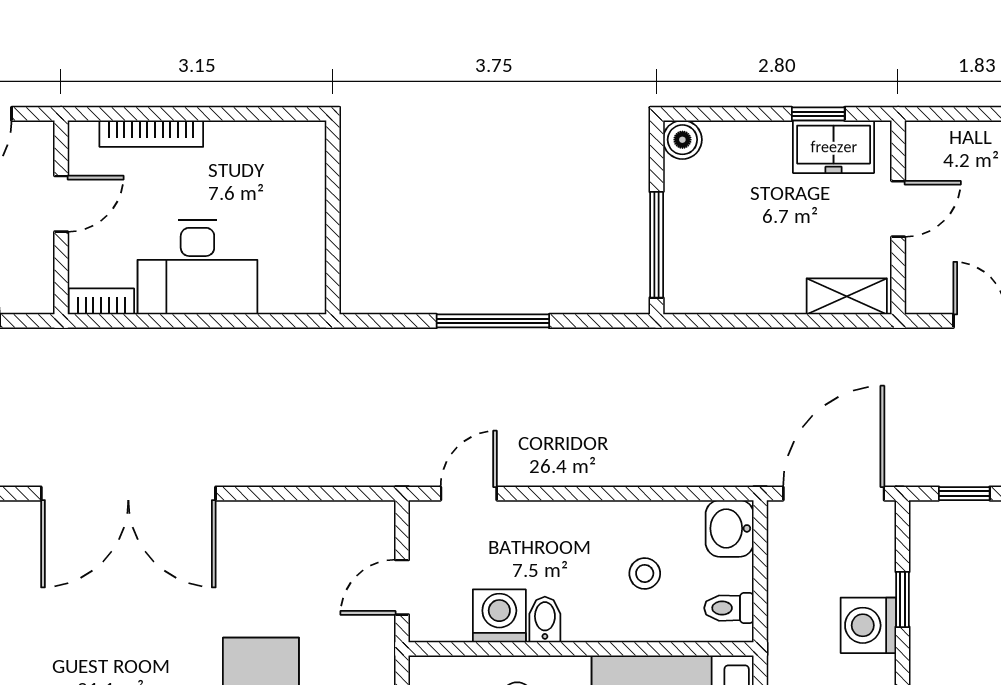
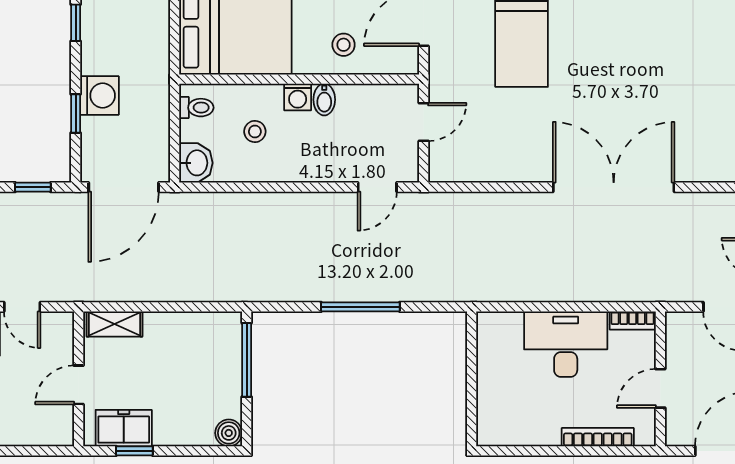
washing machine: (499, 616) -> (298, 97), moved, width x0.73, depth x0.73

